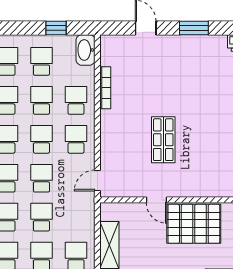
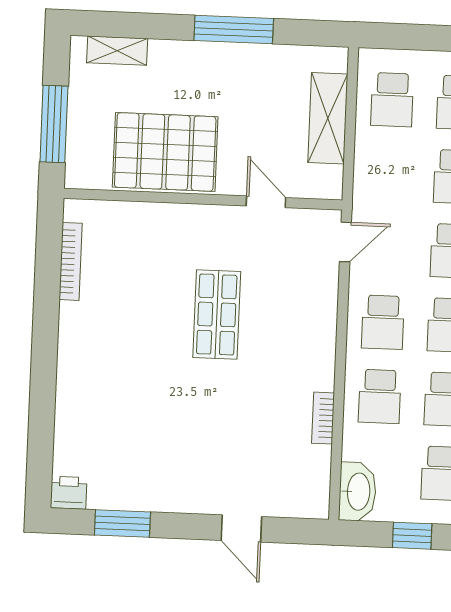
window: (194, 28) -> (122, 524), moved
bookcase: (105, 88) -> (323, 418), width x0.64
door: (157, 200) -> (266, 202), moved

